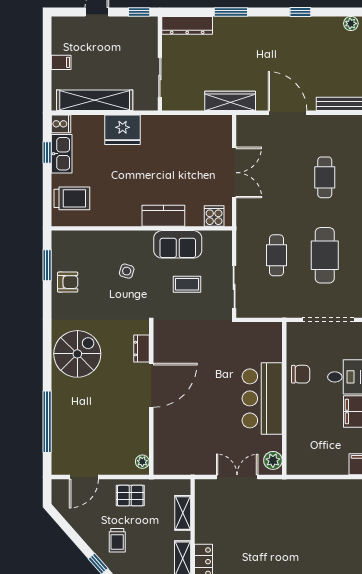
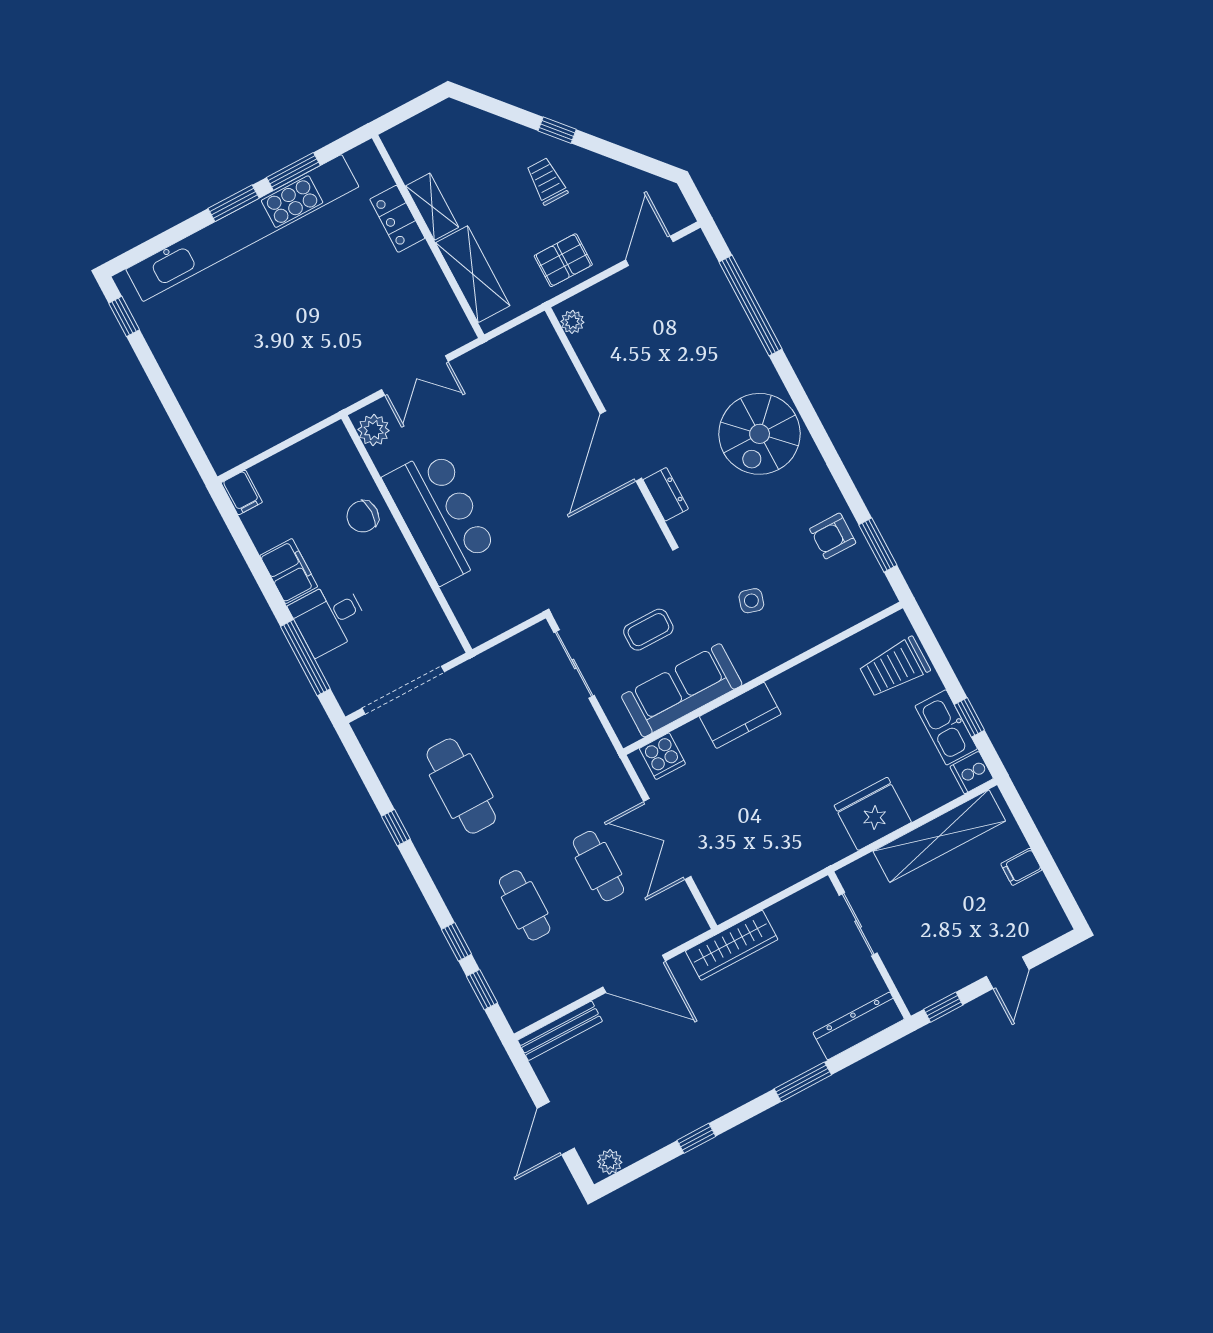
sofa: (178, 244) -> (682, 690), width x1.36
cafe table: (276, 255) -> (598, 866), moved
chair: (301, 374) -> (363, 516), moved
shelving: (183, 513) -> (473, 274), width x1.50, depth x1.33

